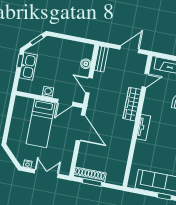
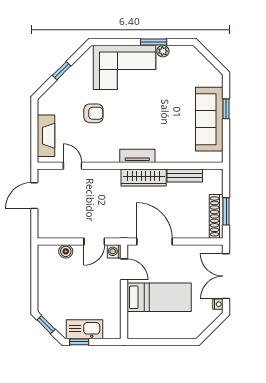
door: (129, 49) -> (34, 196), hinge flipped
bench: (101, 59) -> (185, 175), moved
washing machine: (48, 92) -> (114, 251), moved
wardrobe: (132, 104) -> (144, 177), moved
door: (81, 128) -> (155, 241), hinge flipped
double door: (46, 174) -> (226, 276), width x1.37

